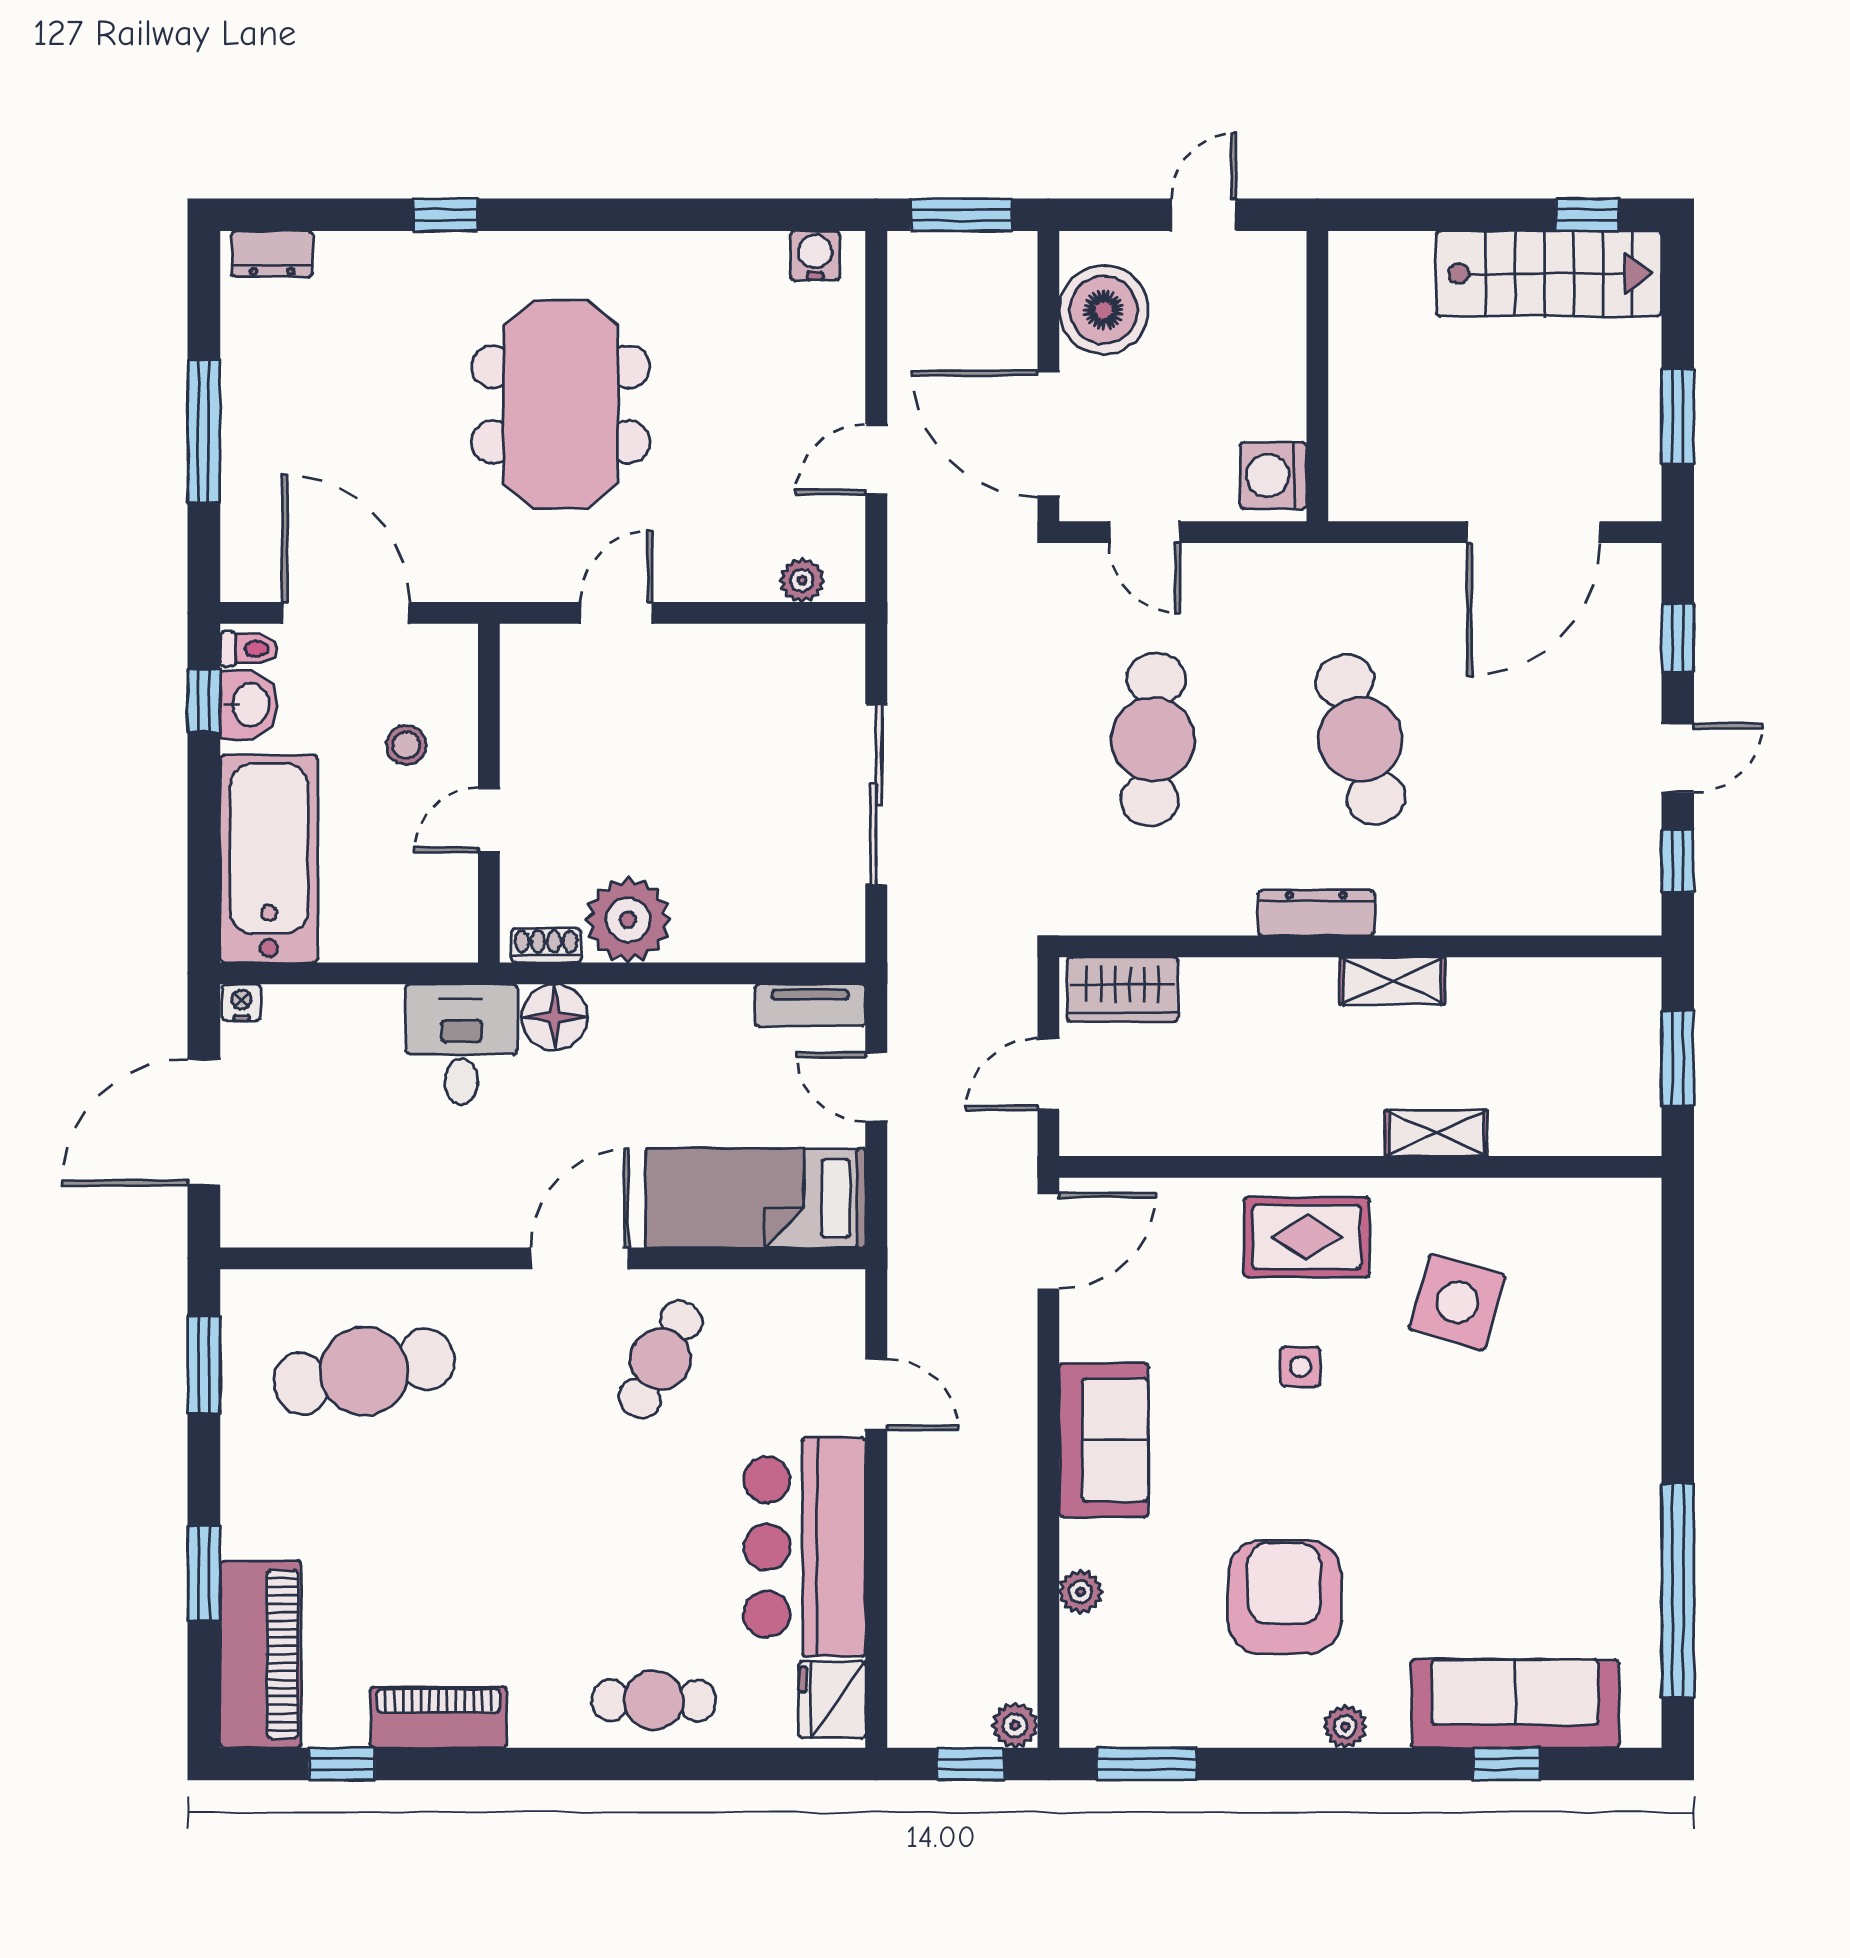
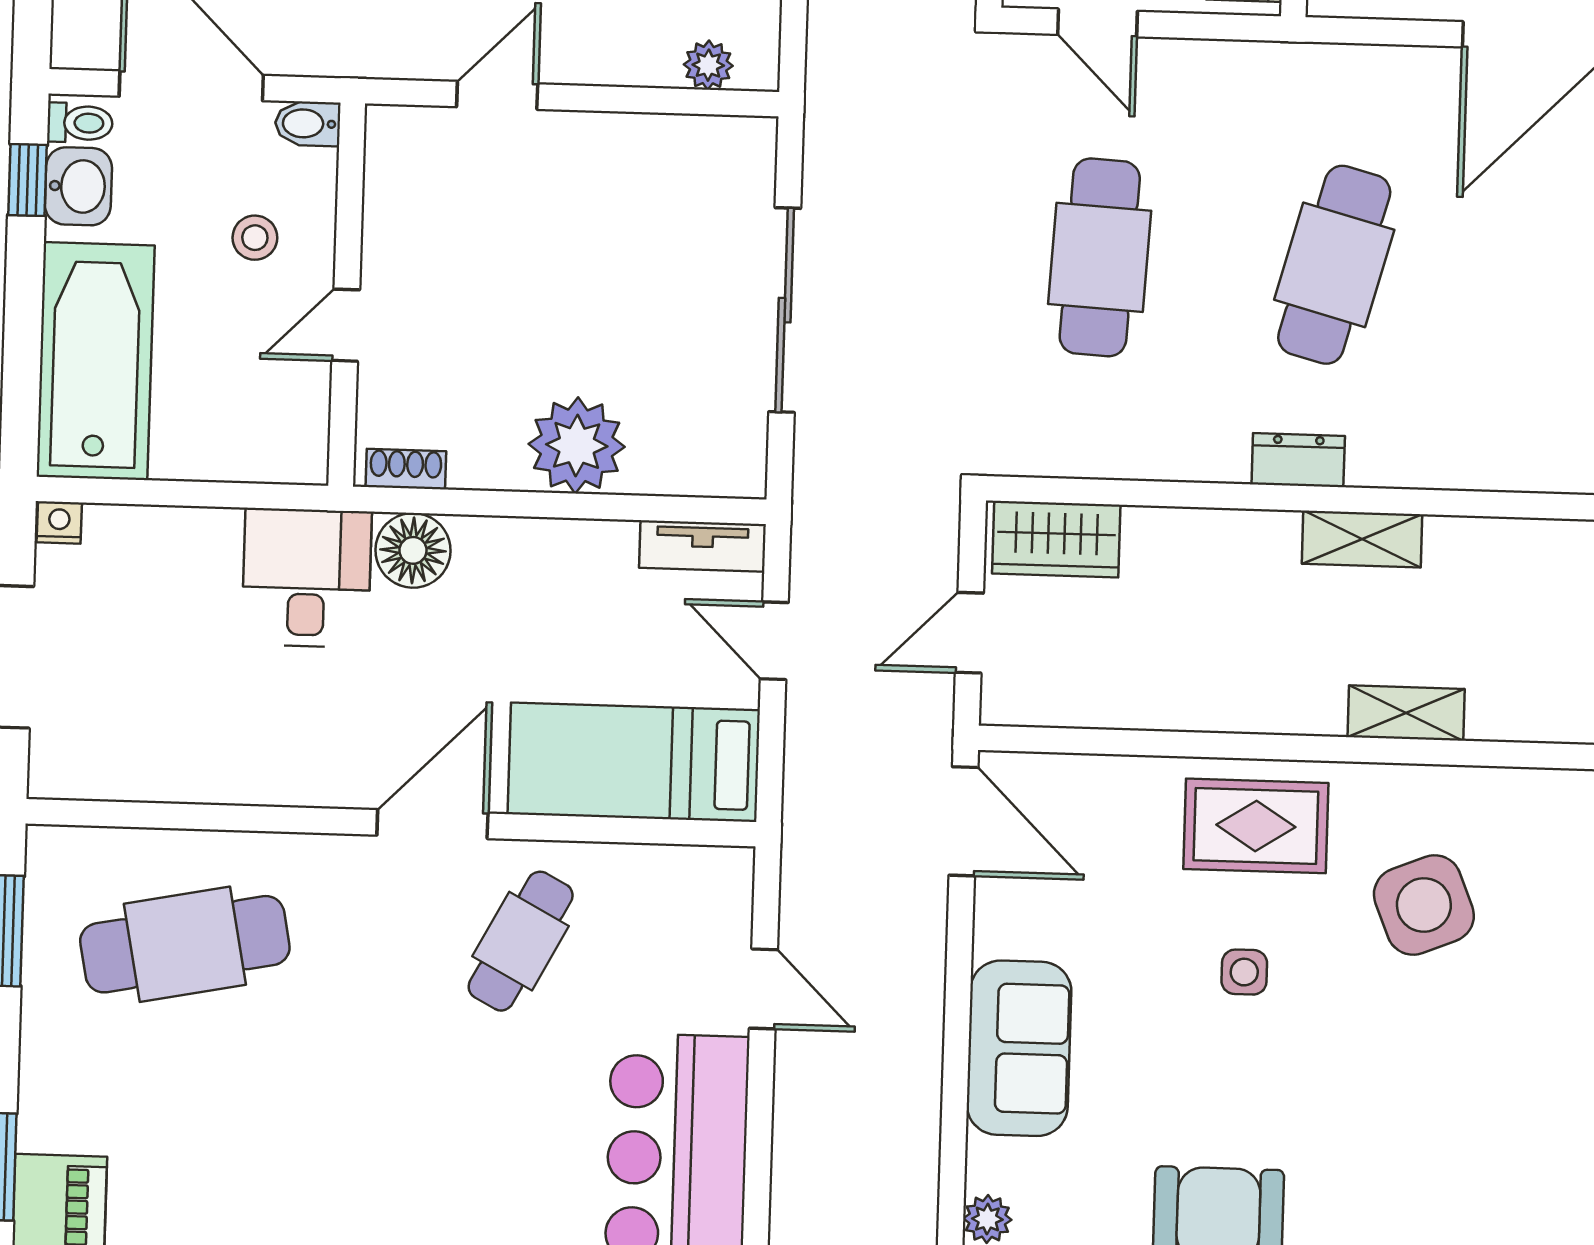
bidet: (450, 643) -> (308, 124), added
cafe table: (1360, 739) -> (1334, 265), turned 30
dresser: (1316, 913) -> (1298, 460), width x0.70
plant: (628, 920) -> (577, 445), moved
door: (1048, 1241) -> (964, 821), hinge flipped
side table: (1457, 1302) -> (1424, 905), turned -38

